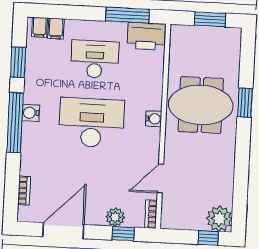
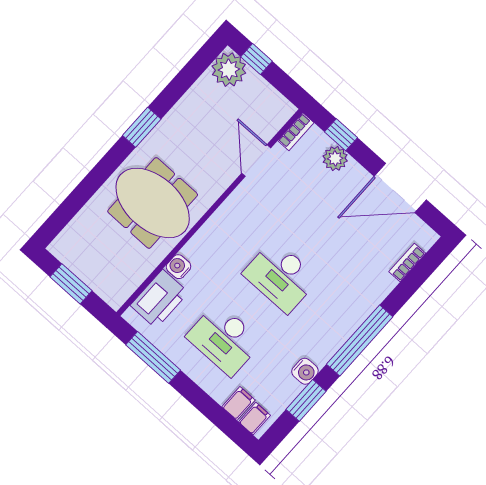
printer: (146, 36) -> (159, 299), moved, turned 90
window: (245, 103) -> (142, 127), moved
water cooler: (31, 113) -> (305, 371), moved
water cooler: (154, 119) -> (179, 267), moved
desk: (91, 123) -> (281, 276), width x0.73, depth x0.77
door: (160, 179) -> (256, 161), swing flipped

